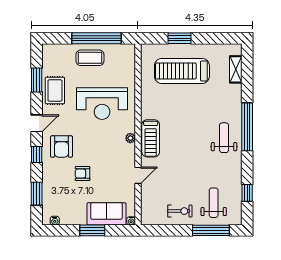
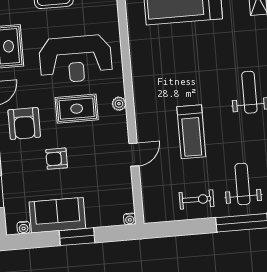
treadmill: (151, 138) -> (191, 132), moved
rug: (100, 139) -> (77, 109), added
sofa: (106, 214) -> (57, 215), moved

